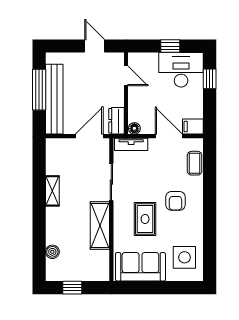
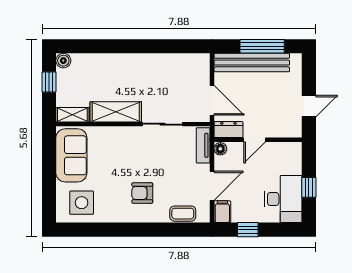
door: (126, 76) -> (255, 140), moved
window: (210, 79) -> (248, 230), moved
shelving: (52, 191) -> (72, 115), moved
rug: (145, 219) -> (123, 160), removed
boiler: (52, 252) -> (63, 61), moved

